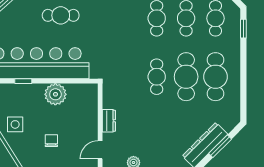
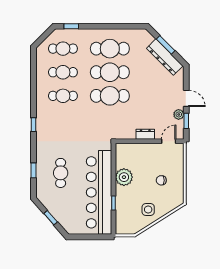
cafe table: (157, 77) -> (110, 96), width x1.37, depth x1.35
door: (100, 150) -> (169, 141), swing flipped

